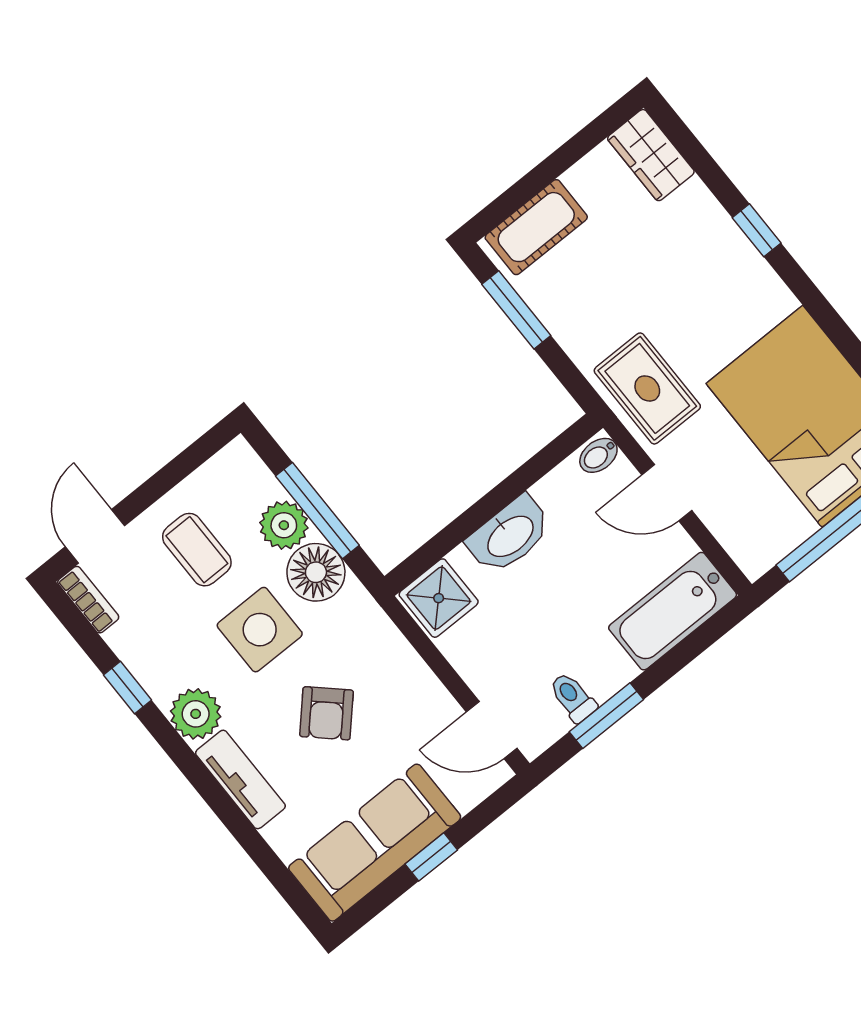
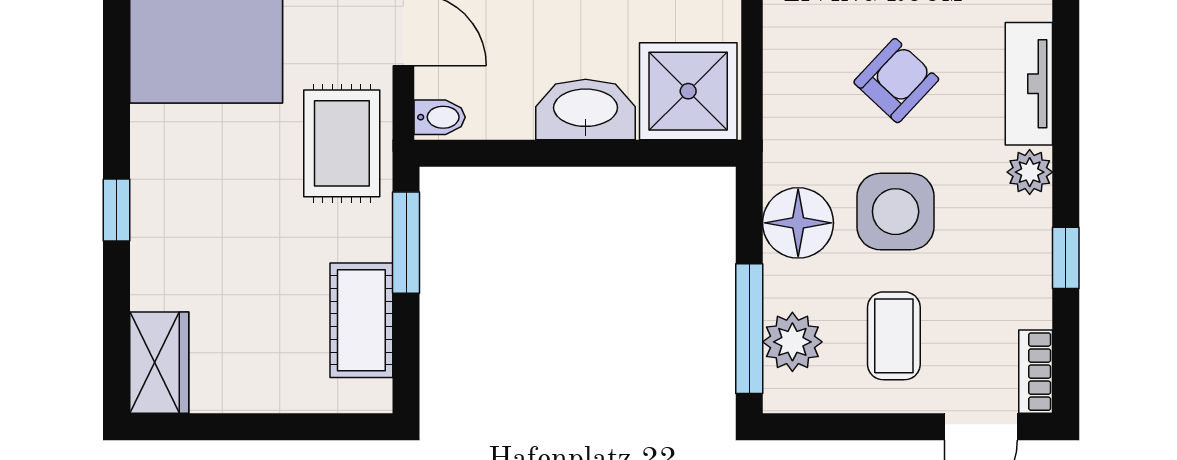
cot: (536, 227) -> (361, 320), moved, turned 90
window: (516, 310) -> (406, 243), moved
window: (317, 511) -> (749, 329), moved
plant: (284, 525) -> (792, 342), moved
shower: (439, 598) -> (688, 91), width x1.36, depth x1.36
plant: (196, 714) -> (1030, 172), width x0.73, depth x0.73

